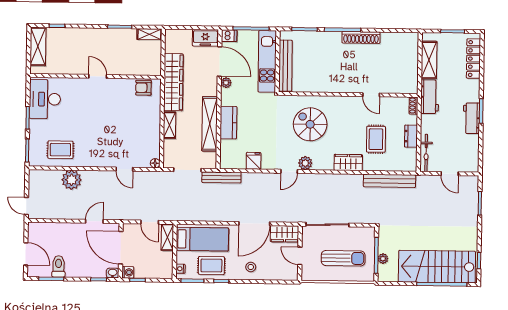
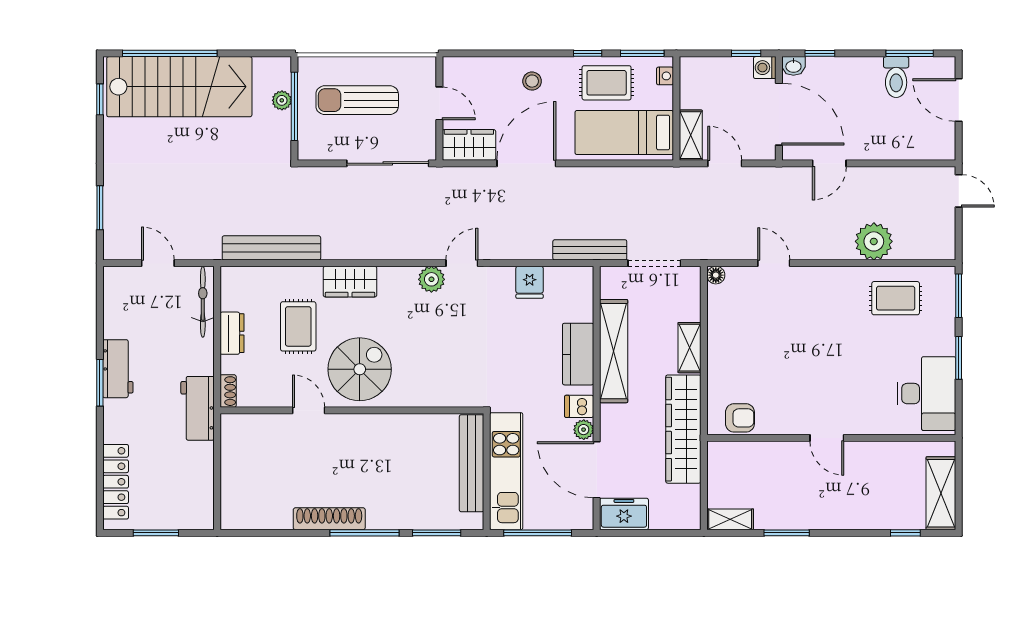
dishwasher: (229, 36) -> (579, 406), moved
shelving: (429, 60) -> (200, 478), removed
spiral stairs: (310, 124) -> (360, 369), moved, turned -90

